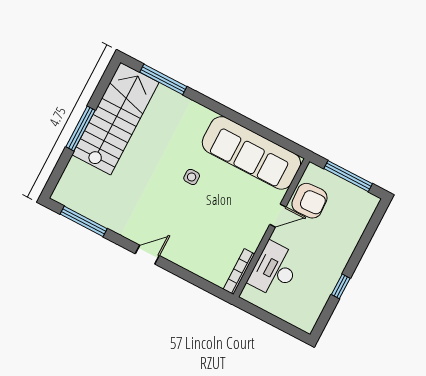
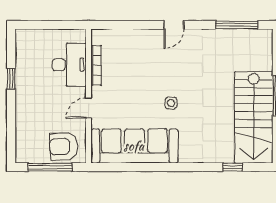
window: (163, 79) -> (233, 167), width x0.46
armchair: (309, 201) -> (64, 146), moved
bookcase: (239, 272) -> (96, 65), moved

